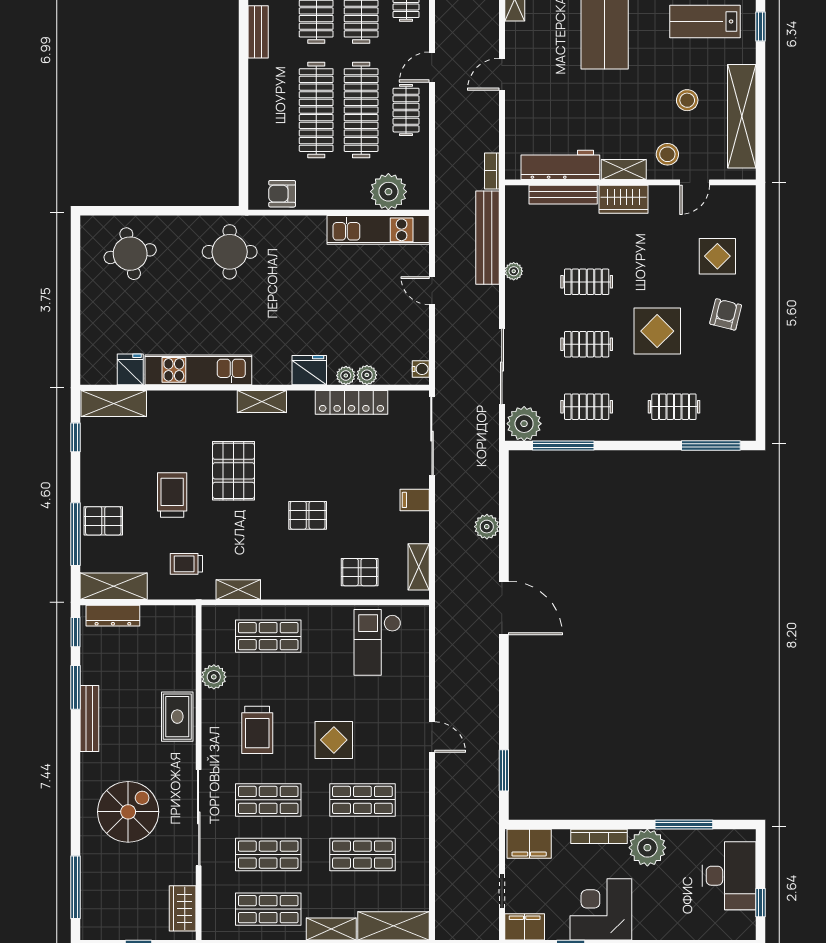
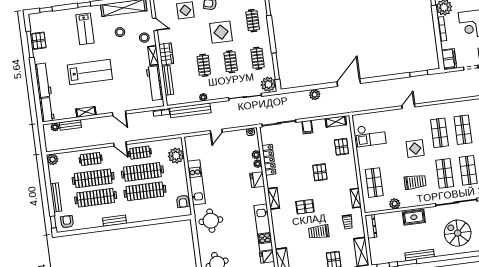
kitchen unit: (378, 230) -> (196, 182), moved
pallet: (234, 471) -> (305, 207), width x0.67, depth x0.71
dresser: (113, 616) -> (371, 226), moved

